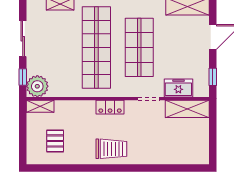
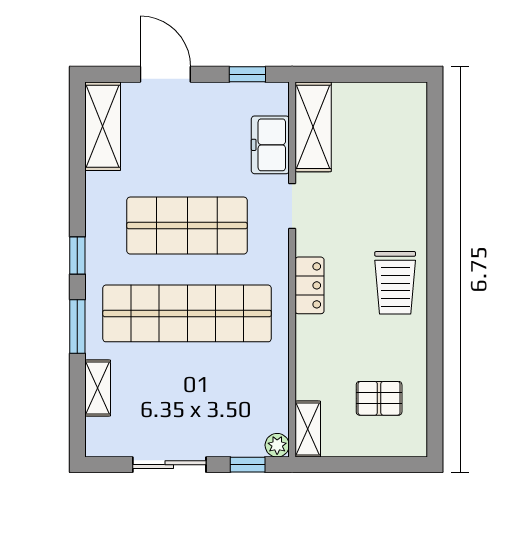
plant: (37, 86) -> (277, 445), width x0.53, depth x0.53
trolley: (111, 149) -> (395, 283), turned 180

